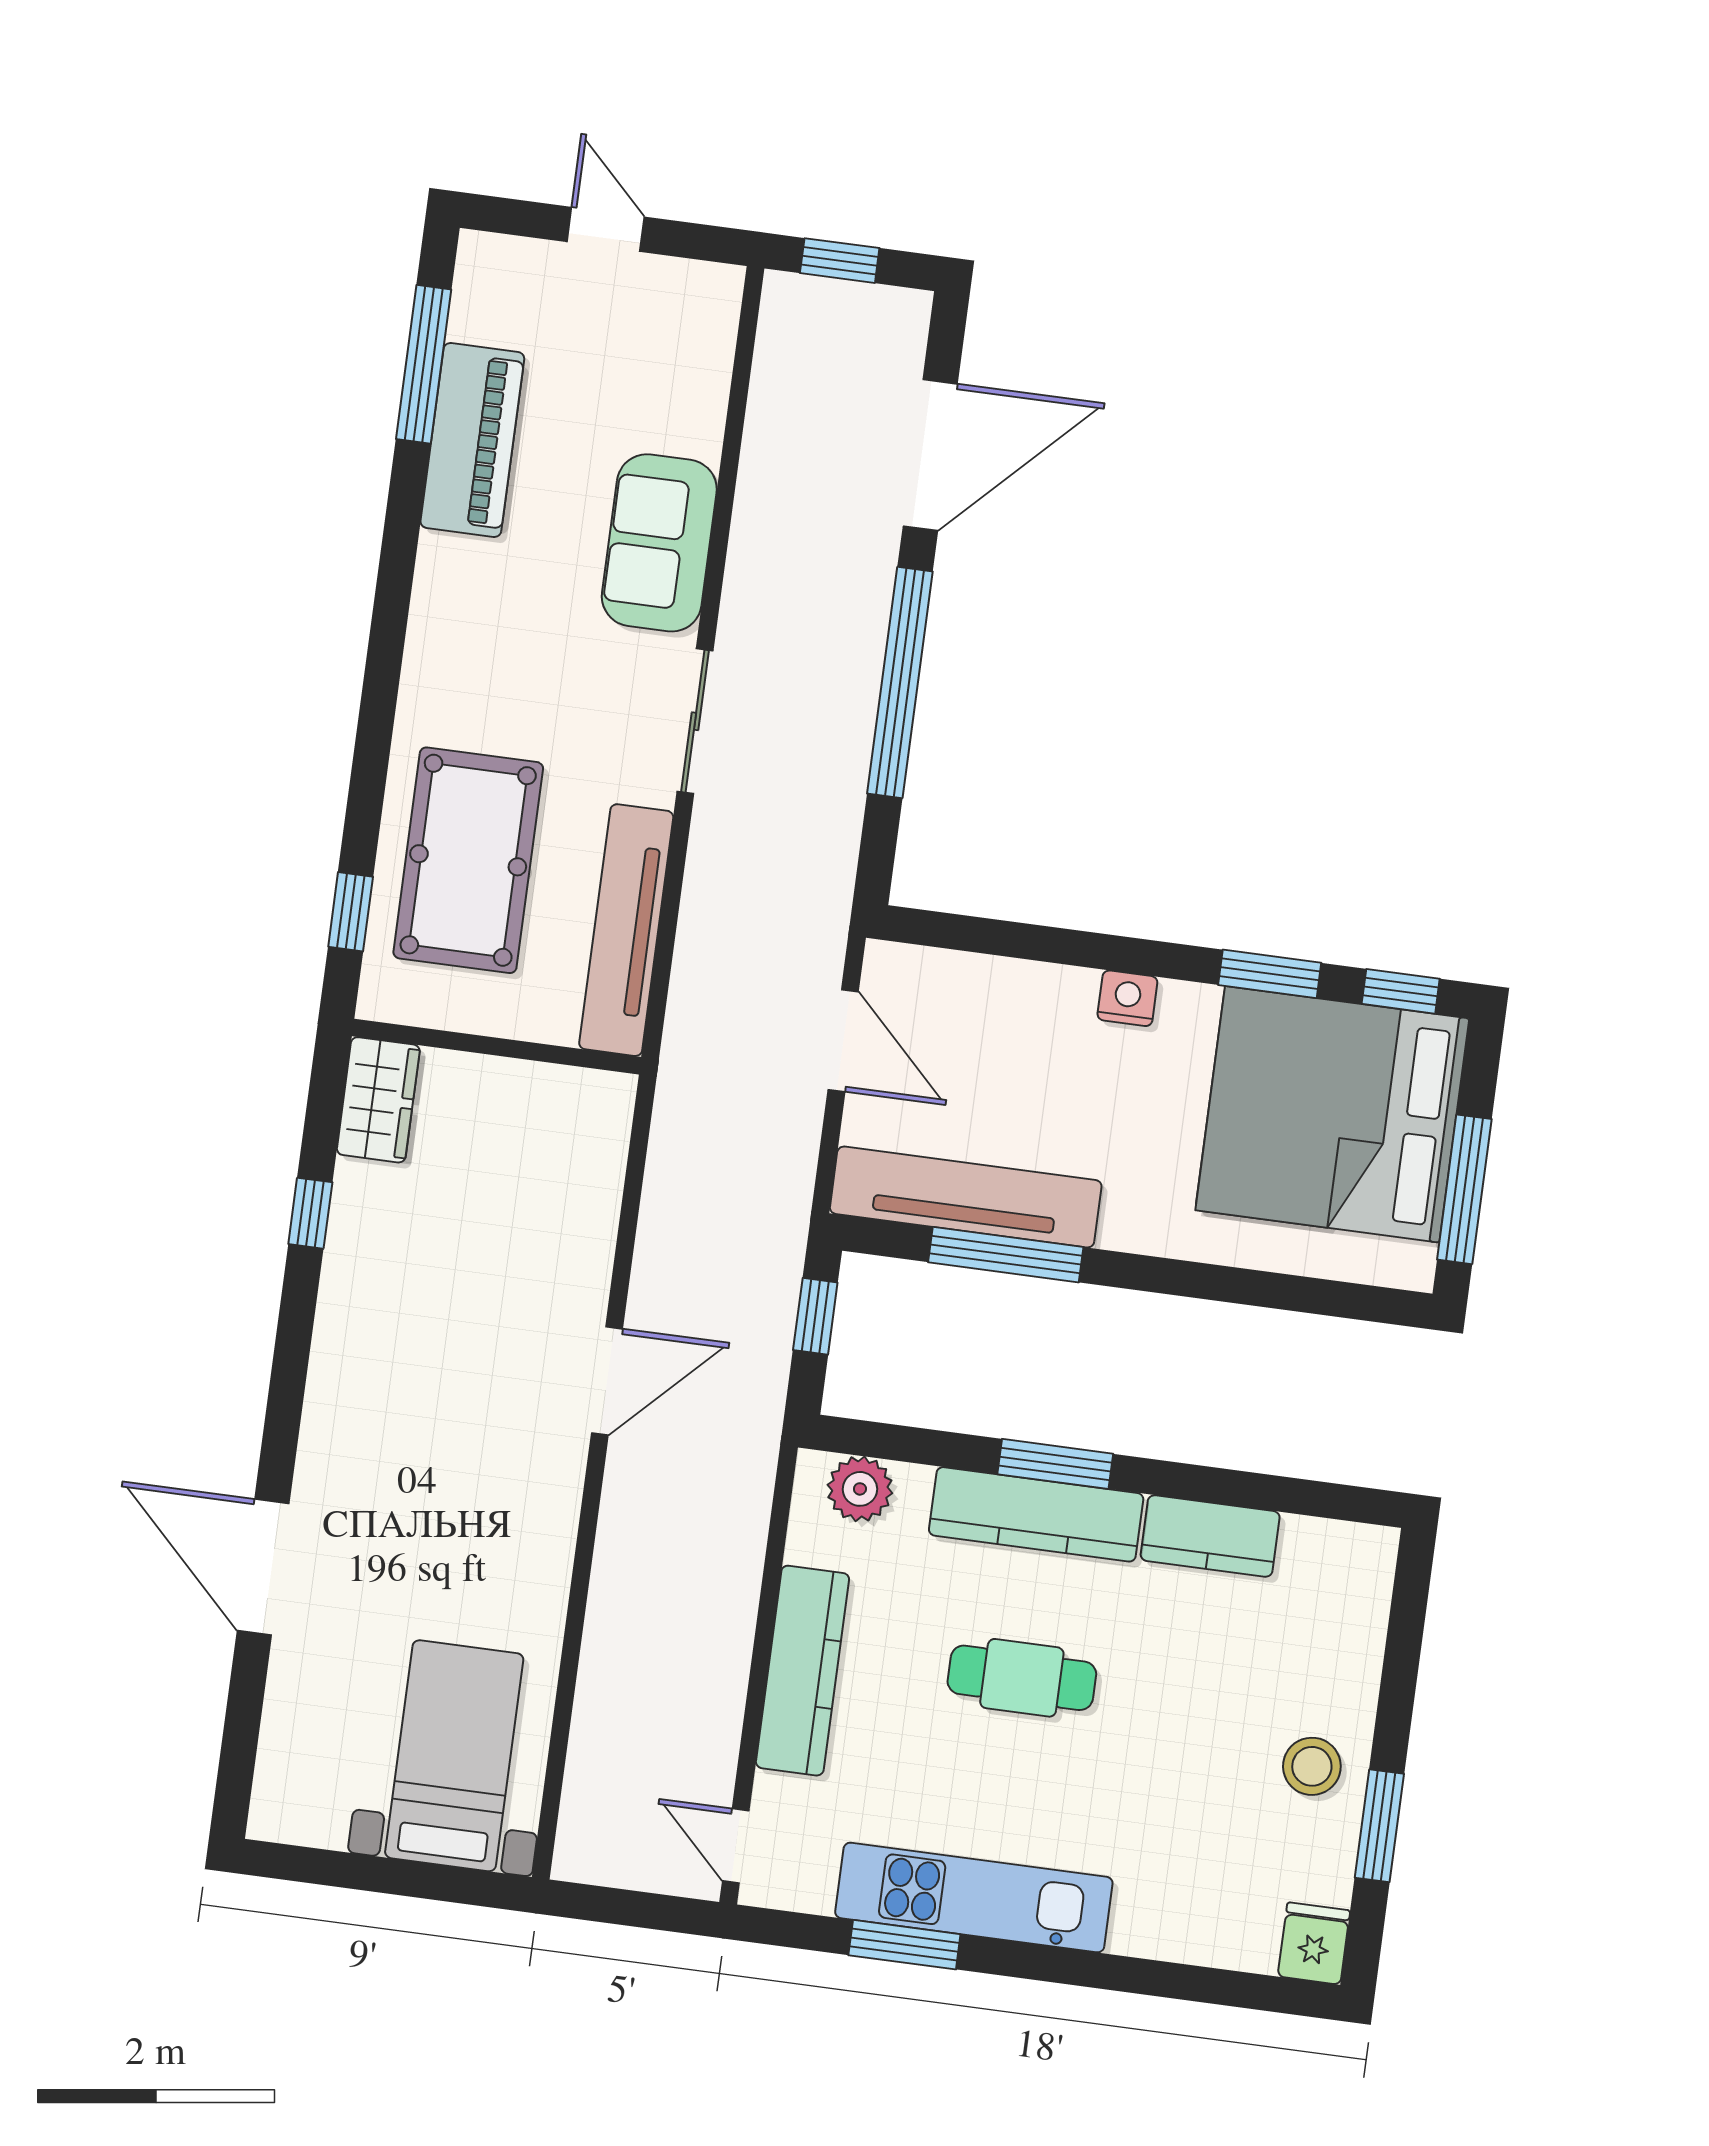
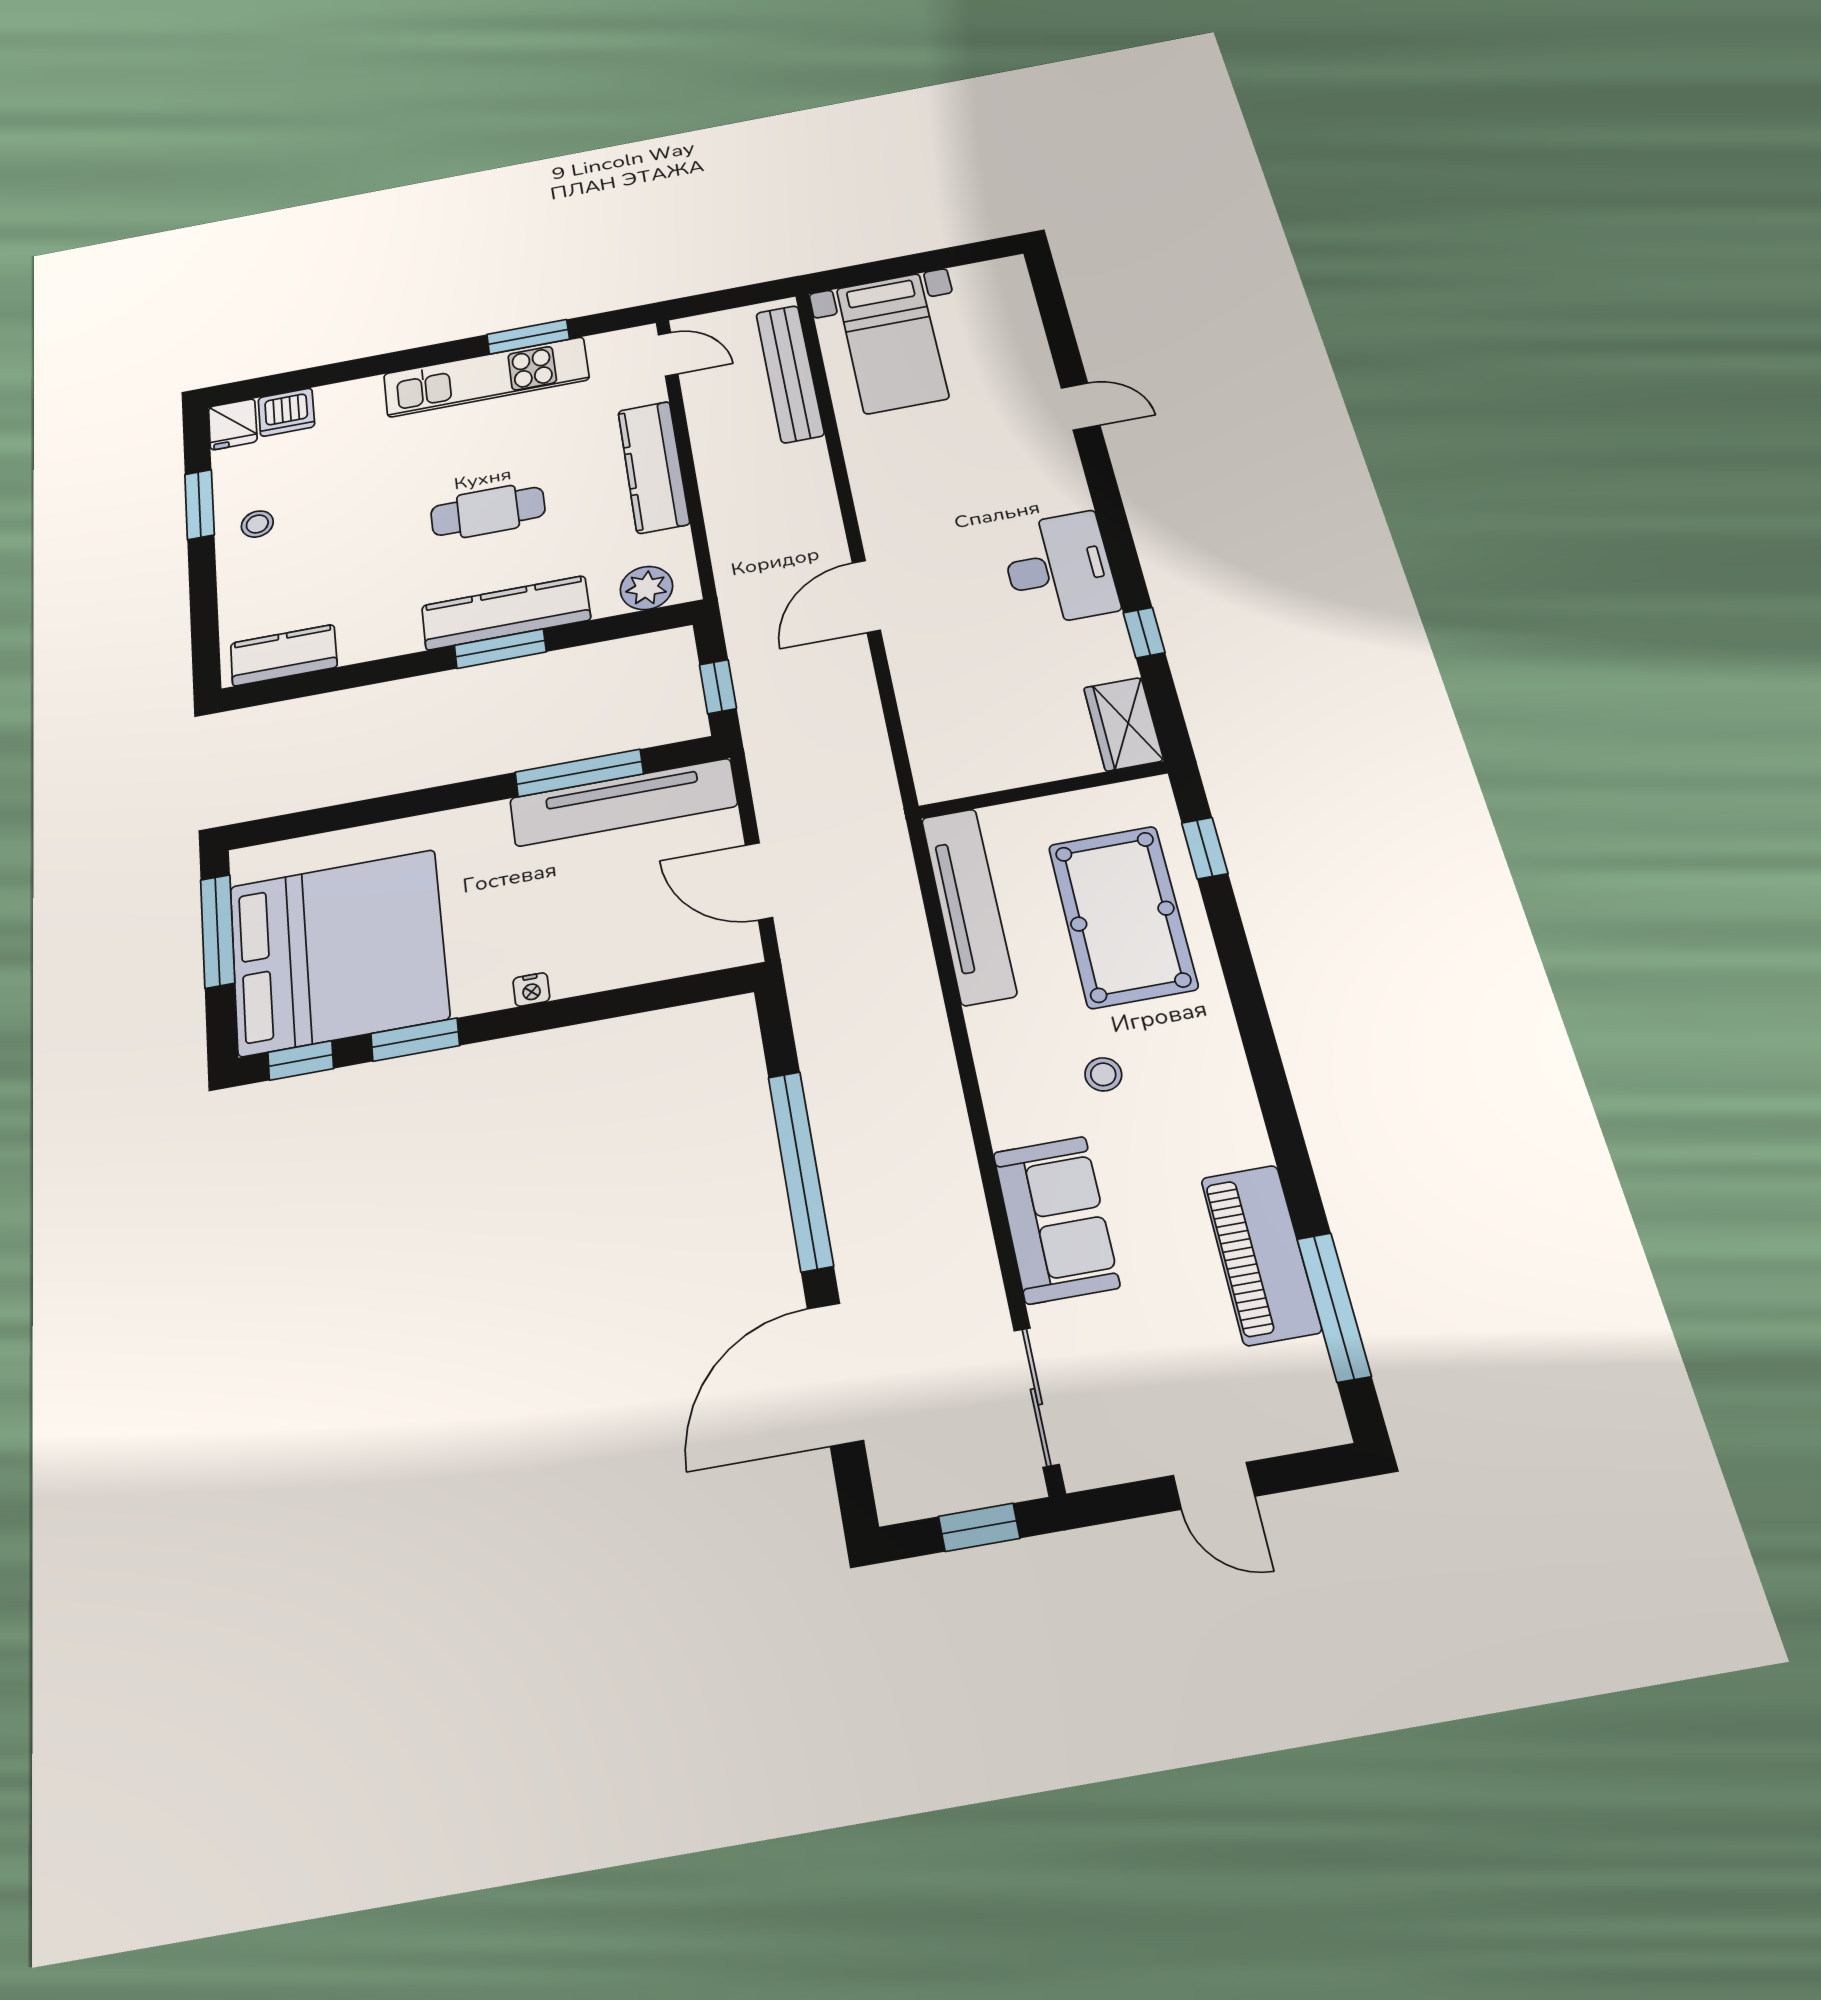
stool: (555, 684) -> (1103, 1074), added
sliding door: (695, 721) -> (1036, 1397), moved
nightstand: (1127, 998) -> (531, 990), width x0.72, depth x0.74
desk: (373, 1338) -> (1059, 568), added
kitchen counter: (1210, 1536) -> (284, 655), moved
door: (263, 1567) -> (1080, 407), width x0.53
bench: (594, 1755) -> (790, 373), added
stool: (1312, 1766) -> (257, 524), width x0.73, depth x0.73
dishwasher: (1241, 1937) -> (286, 412), added

